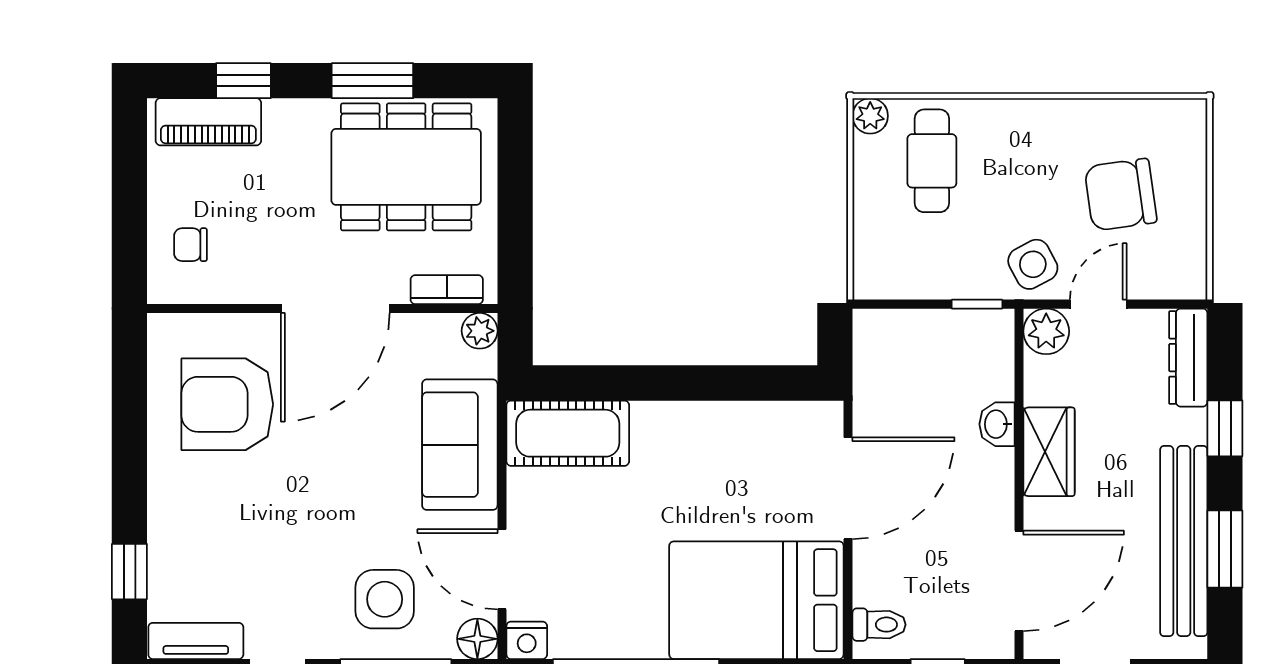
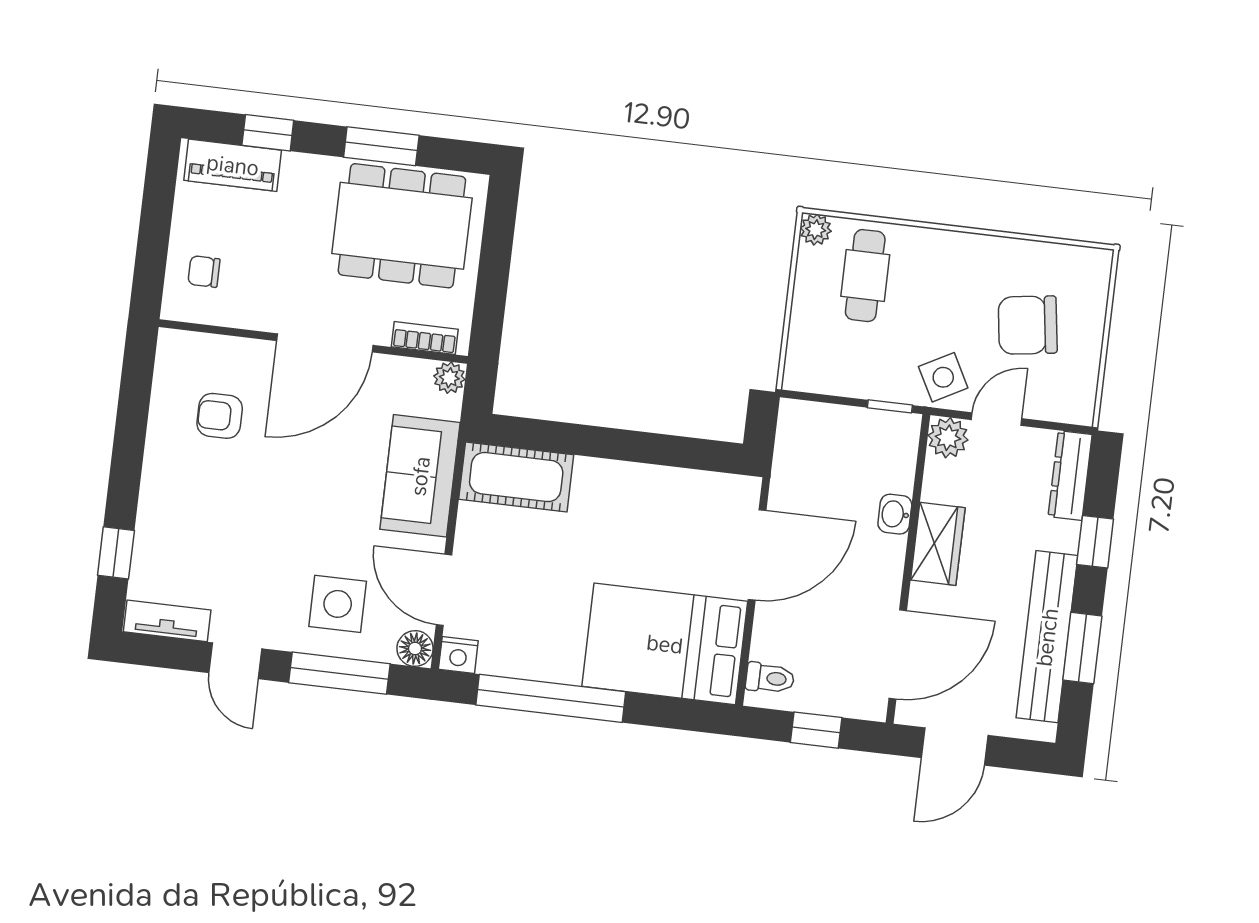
armchair: (227, 404) -> (220, 416), width x0.53, depth x0.53

